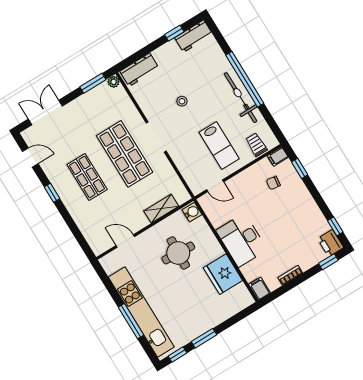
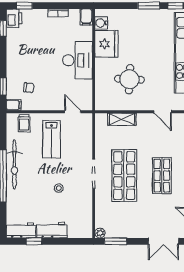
workbench: (139, 70) -> (52, 230), moved
lab bench: (219, 145) -> (52, 139), turned 180
water cooler: (192, 212) -> (101, 23), moved

